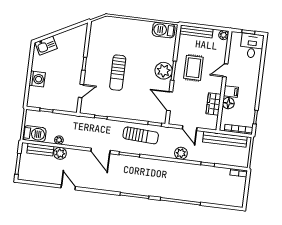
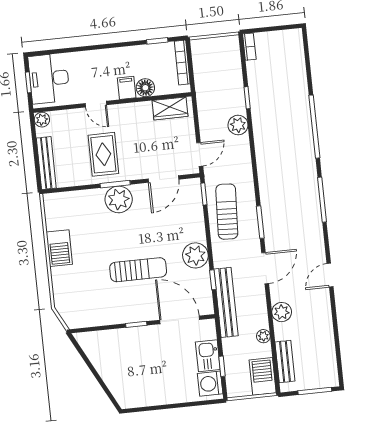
barbecue: (164, 30) -> (59, 248), moved
kitchen sink: (46, 46) -> (208, 356), moved, turned -152
desk: (252, 46) -> (49, 78), width x1.37
rug: (193, 68) -> (103, 154), turned 90
washing machine: (37, 79) -> (210, 384), moved, turned -90
door: (81, 91) -> (180, 320), width x1.88
wardrobe: (213, 104) -> (170, 108), moved
plant: (118, 110) -> (195, 255), added
door: (190, 128) -> (200, 154), moved
bench: (225, 139) -> (226, 302), moved
plant: (60, 153) -> (282, 312), moved
plant: (181, 153) -> (238, 125), moved
door: (68, 187) -> (330, 275), moved

